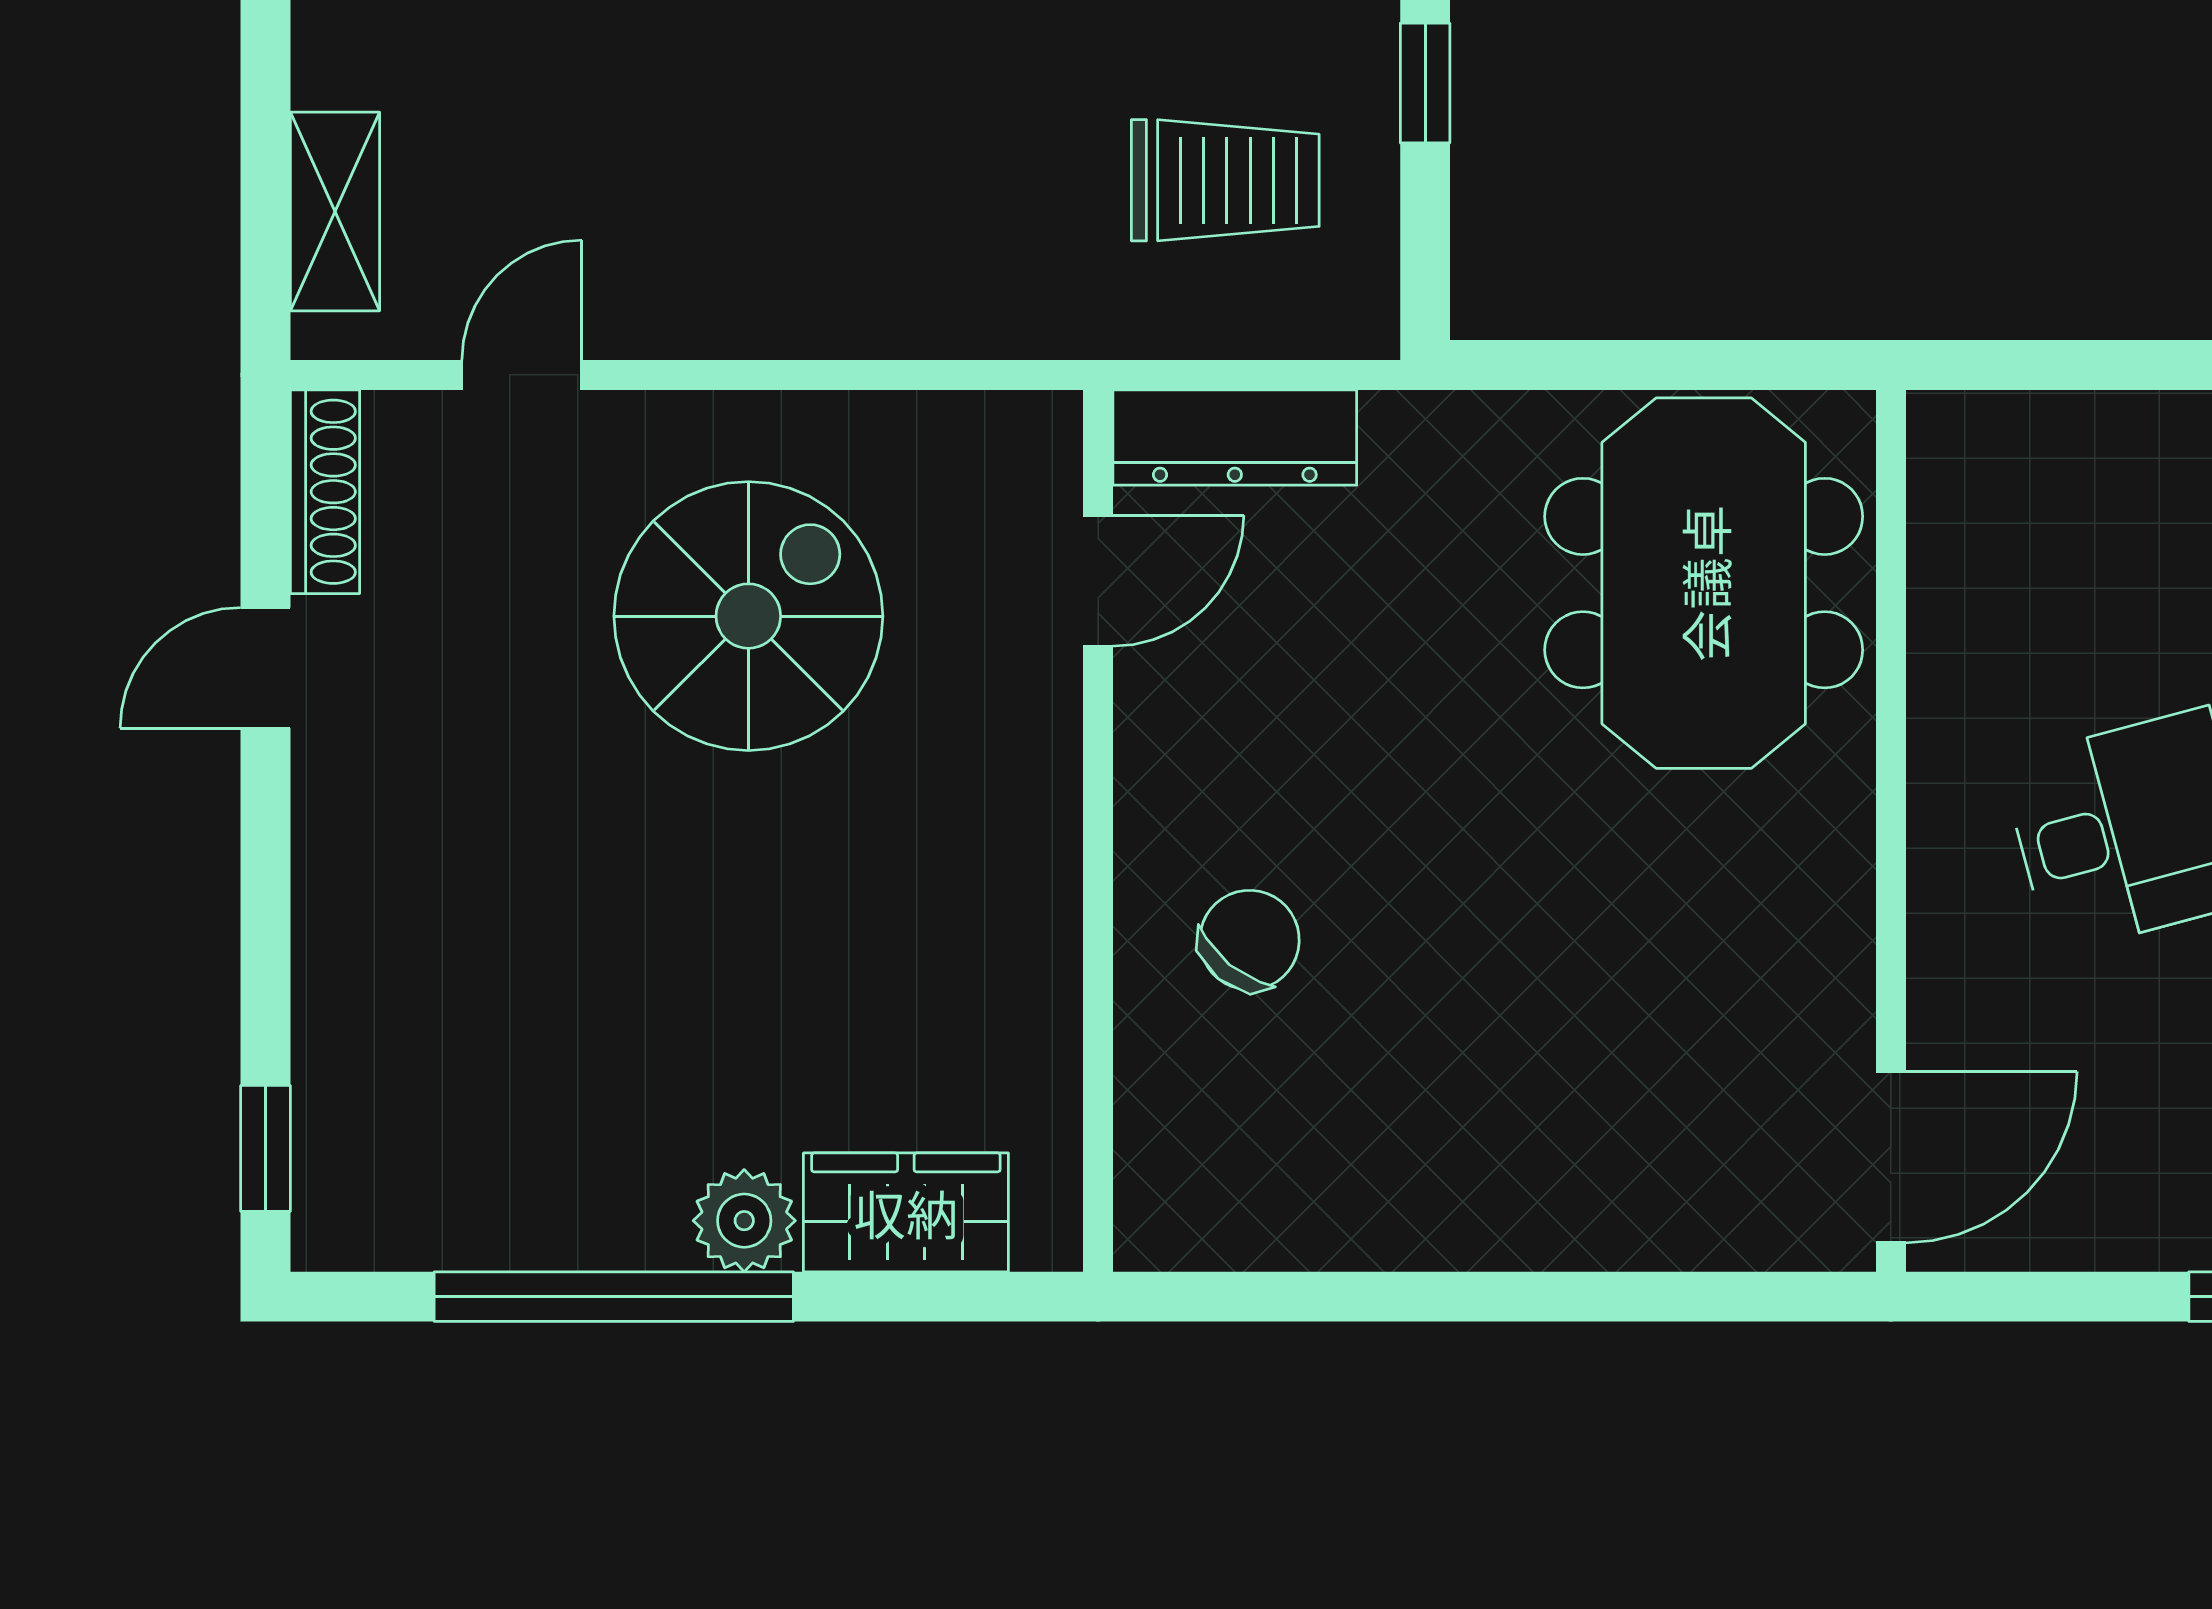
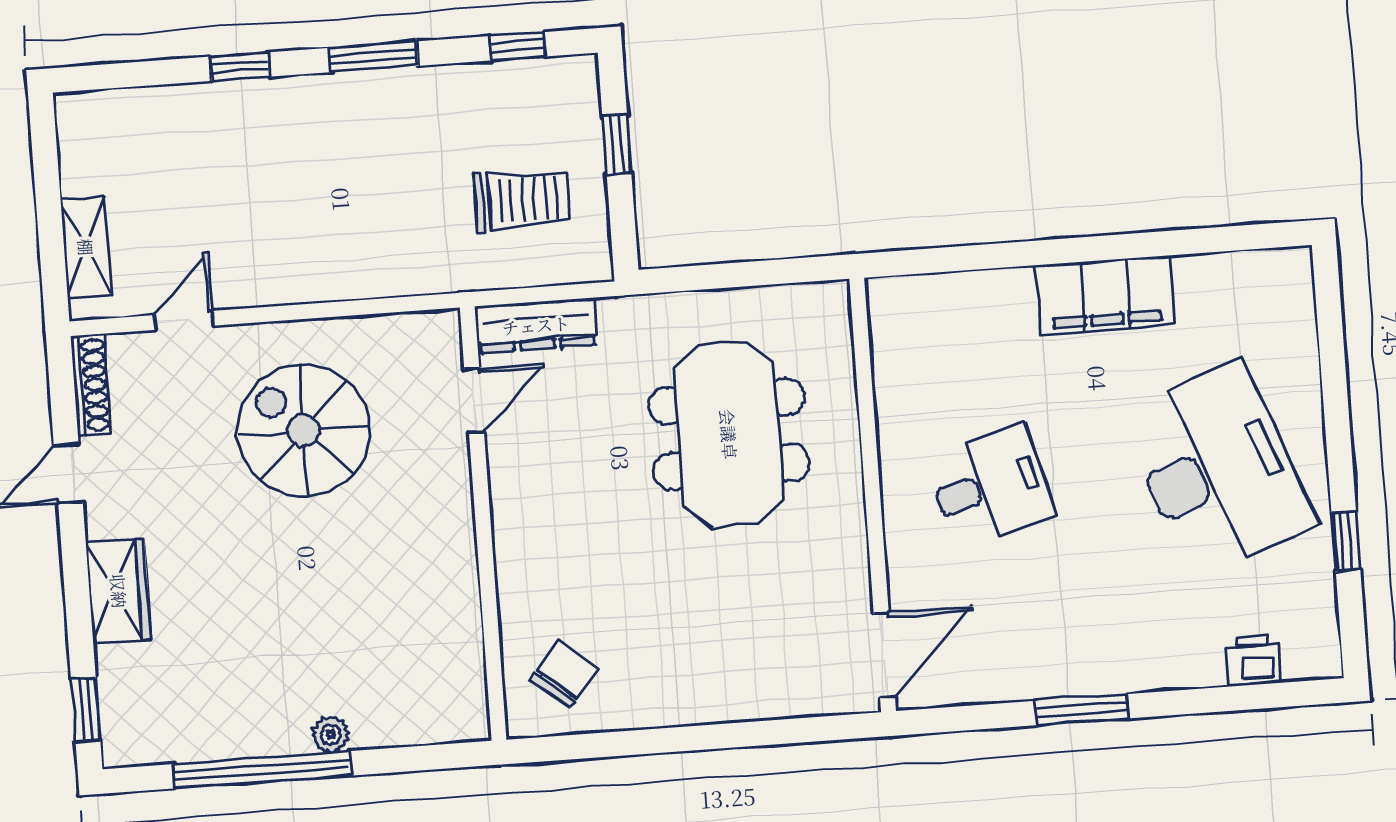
meeting table: (1704, 583) -> (729, 434), moved
spiral stairs: (748, 616) -> (304, 431), turned -90
chair: (1249, 940) -> (564, 674), moved
wardrobe: (906, 1212) -> (119, 591), moved, turned 90
plant: (744, 1221) -> (331, 734), width x0.73, depth x0.73

